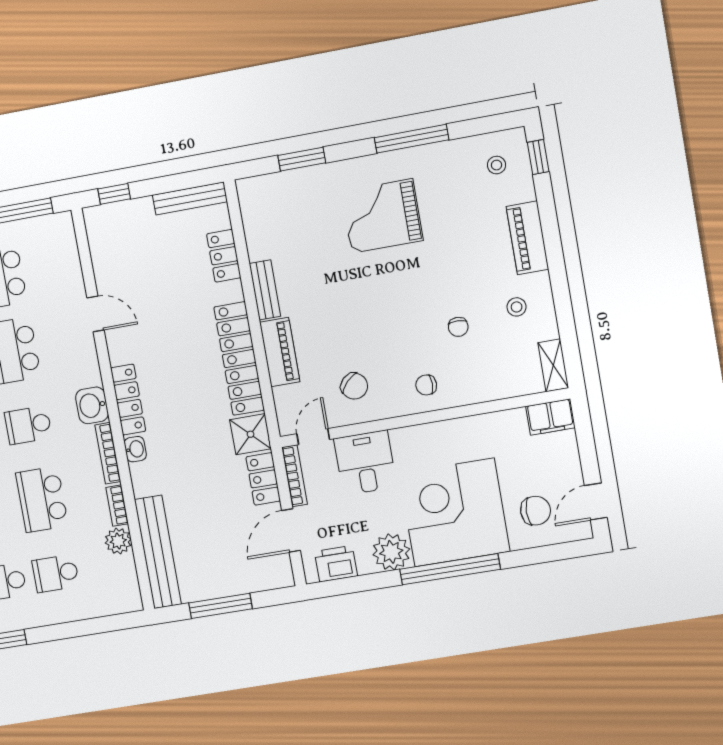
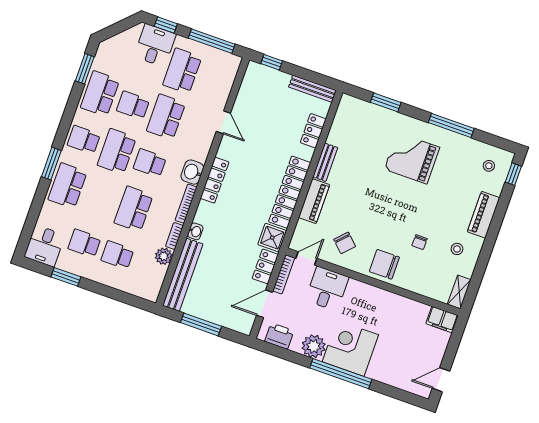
chair: (426, 385) -> (384, 264), width x1.87, depth x1.87
washbasin: (135, 449) -> (195, 231), moved
chair: (536, 511) -> (406, 367), removed
corner desk: (454, 513) -> (350, 348), width x0.74, depth x0.74

